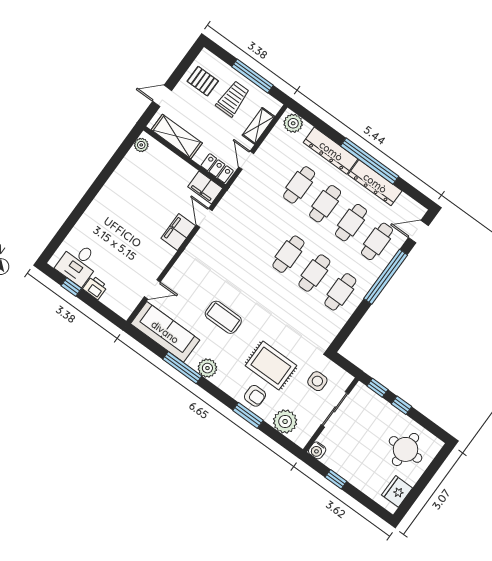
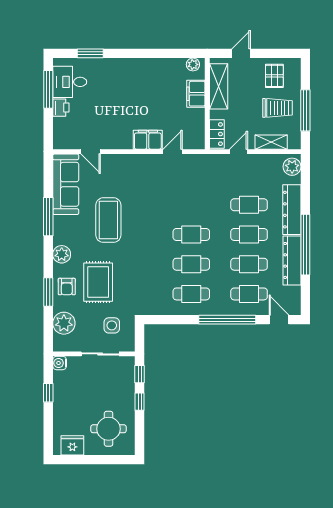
door: (162, 96) -> (241, 53), hinge flipped
filing cabinet: (205, 188) -> (196, 94), moved
window: (67, 227) -> (90, 53), added
window: (71, 287) -> (48, 89), width x2.17
coffee table: (223, 317) -> (108, 220), width x1.36, depth x1.32
plant: (207, 368) -> (62, 254), moved

